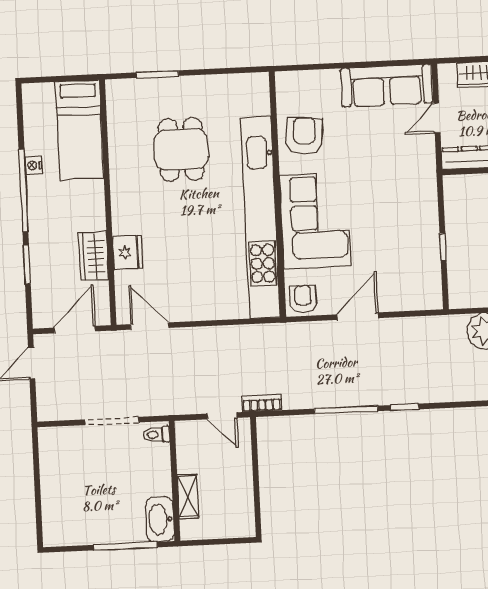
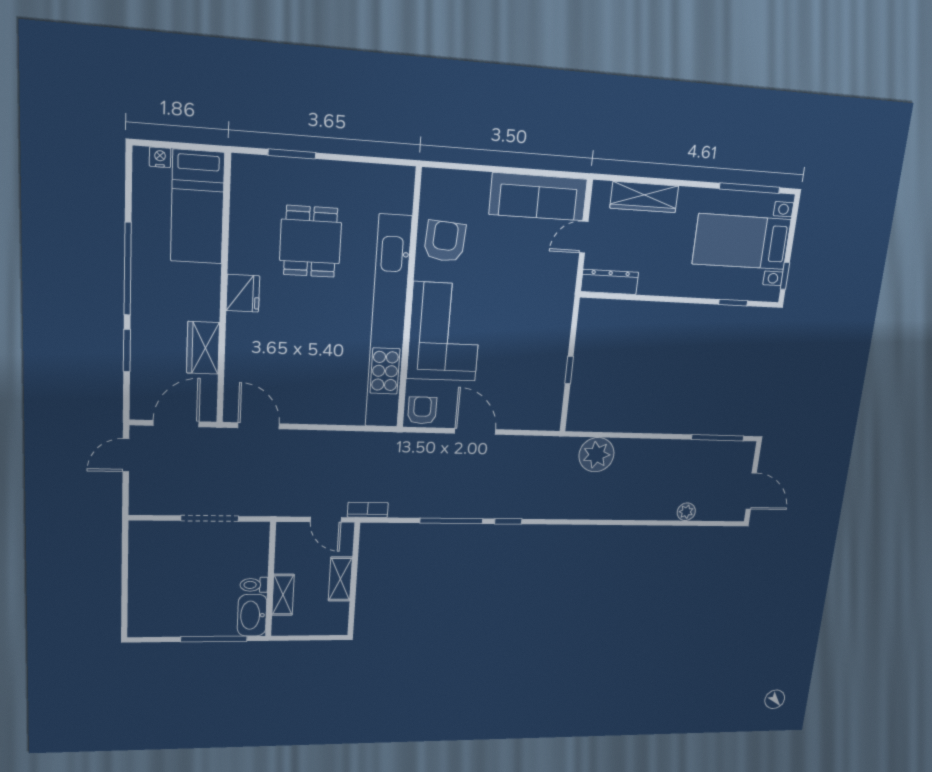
nightstand: (33, 165) -> (160, 157), moved, turned 90
fridge: (127, 252) -> (243, 293), moved
door: (358, 316) -> (475, 431), hinge flipped
toilet: (156, 435) -> (254, 585), moved
shelving: (242, 477) -> (340, 579), added

